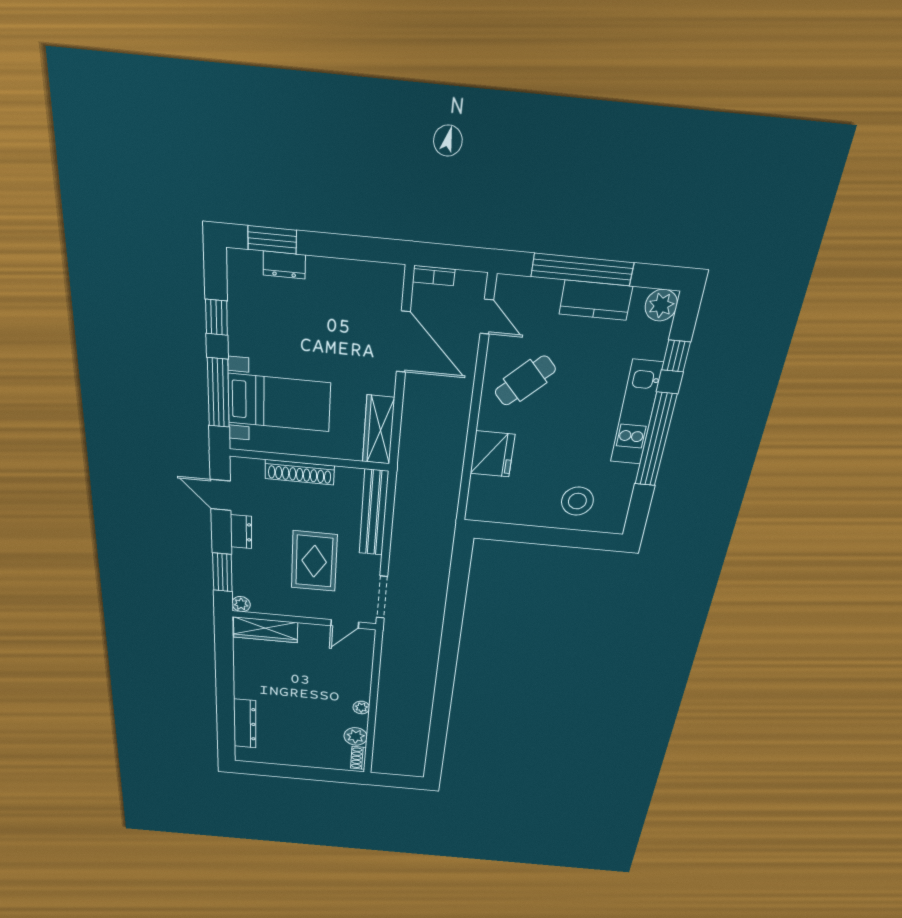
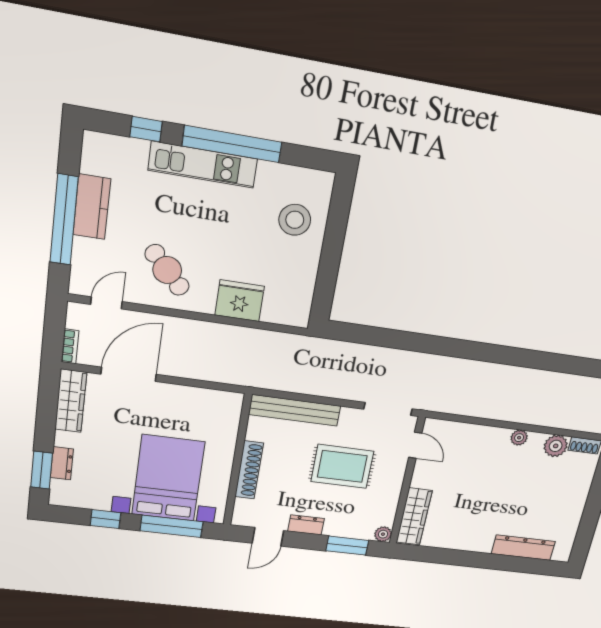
plant: (661, 305) -> (97, 146), removed
bed with nightstands: (279, 403) -> (168, 478), width x1.36
wardrobe: (378, 430) -> (71, 401), moved, turned -90

